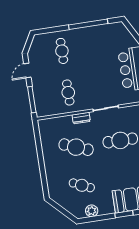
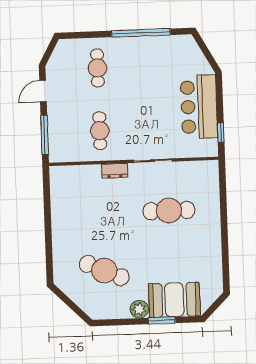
cafe table: (76, 147) -> (102, 213), removed
cafe table: (82, 185) -> (104, 271), width x1.37, depth x1.35
plant: (92, 211) -> (139, 309), moved

